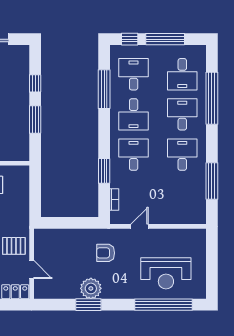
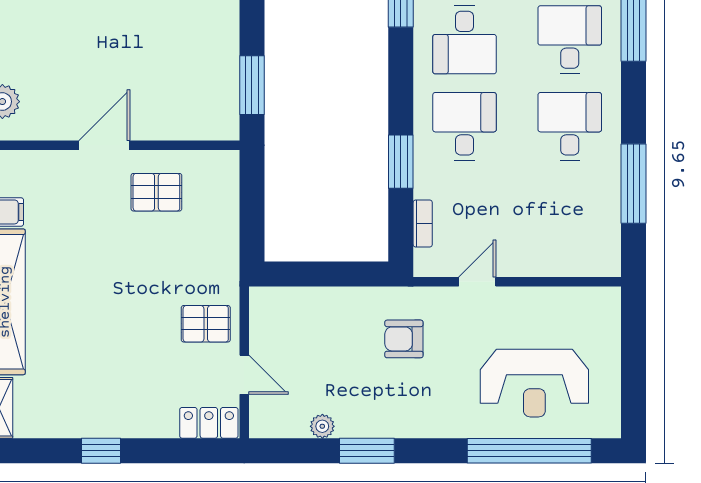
window: (35, 119) -> (252, 85), moved
plant: (91, 288) -> (322, 426), moved, width x0.53, depth x0.53

